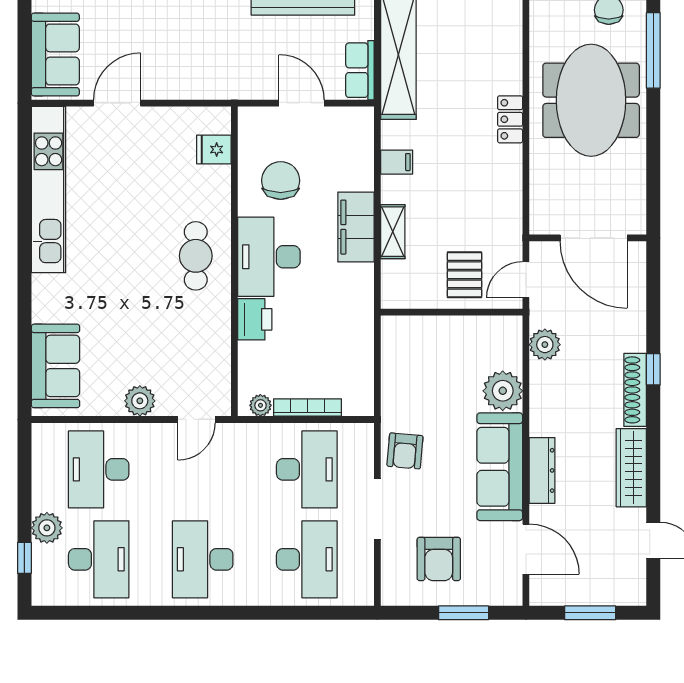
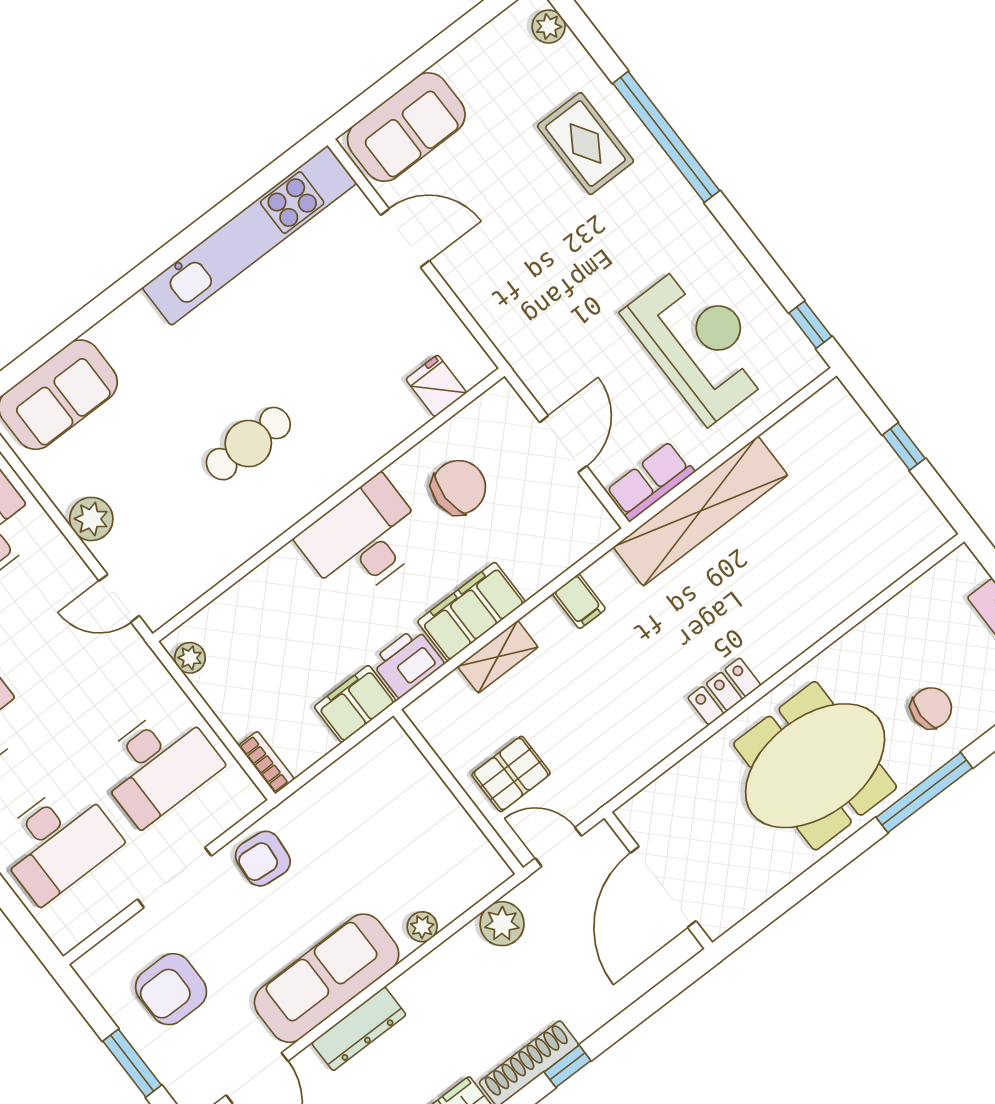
cafe table: (196, 256) -> (248, 444), moved
printer: (255, 319) -> (408, 662), moved, turned 180
filing cabinet: (358, 332) -> (355, 704), added
plant: (503, 391) -> (422, 927), width x0.53, depth x0.53
bookcase: (307, 407) -> (266, 762), moved, width x0.64

